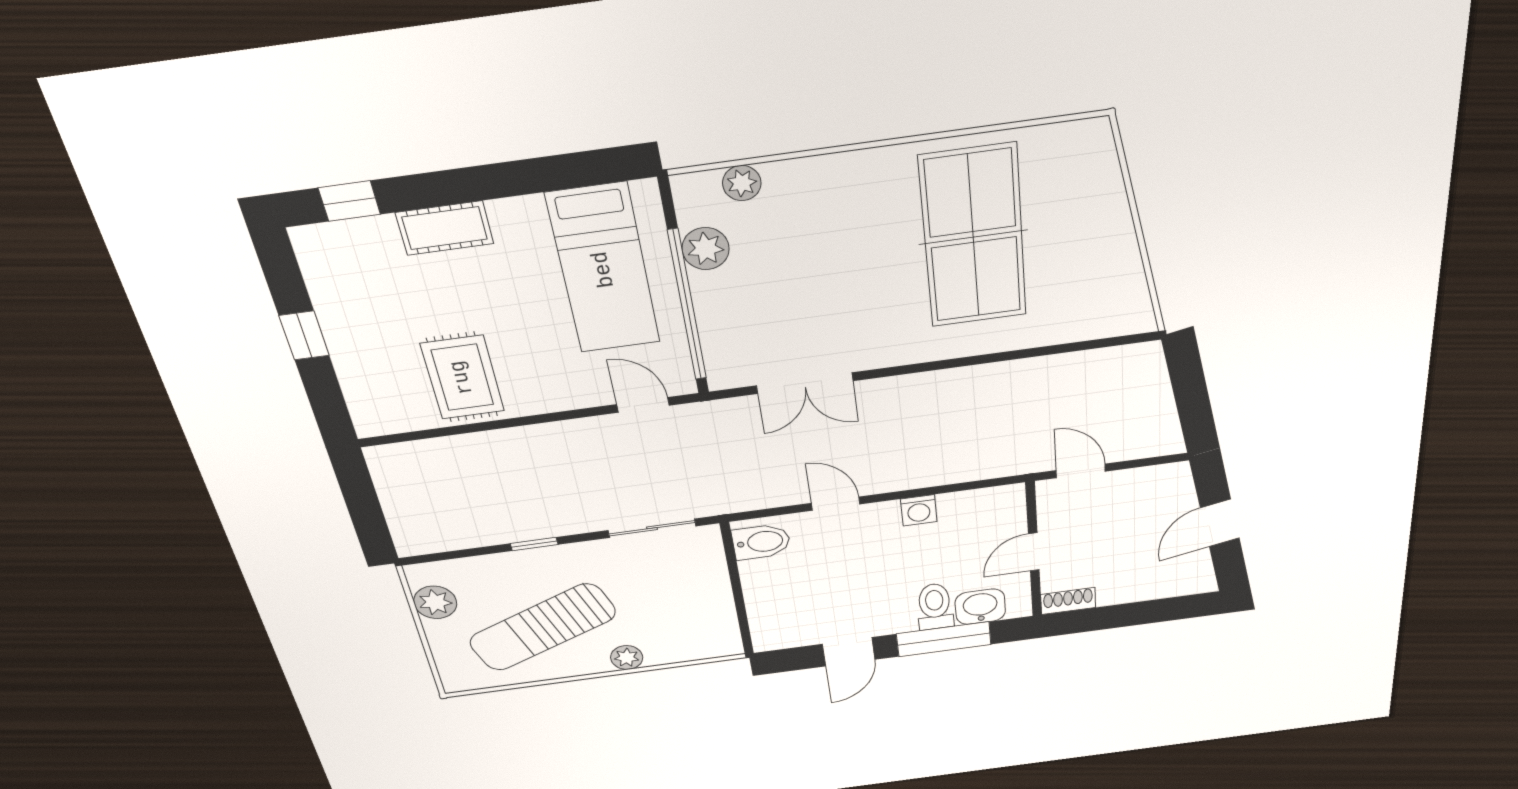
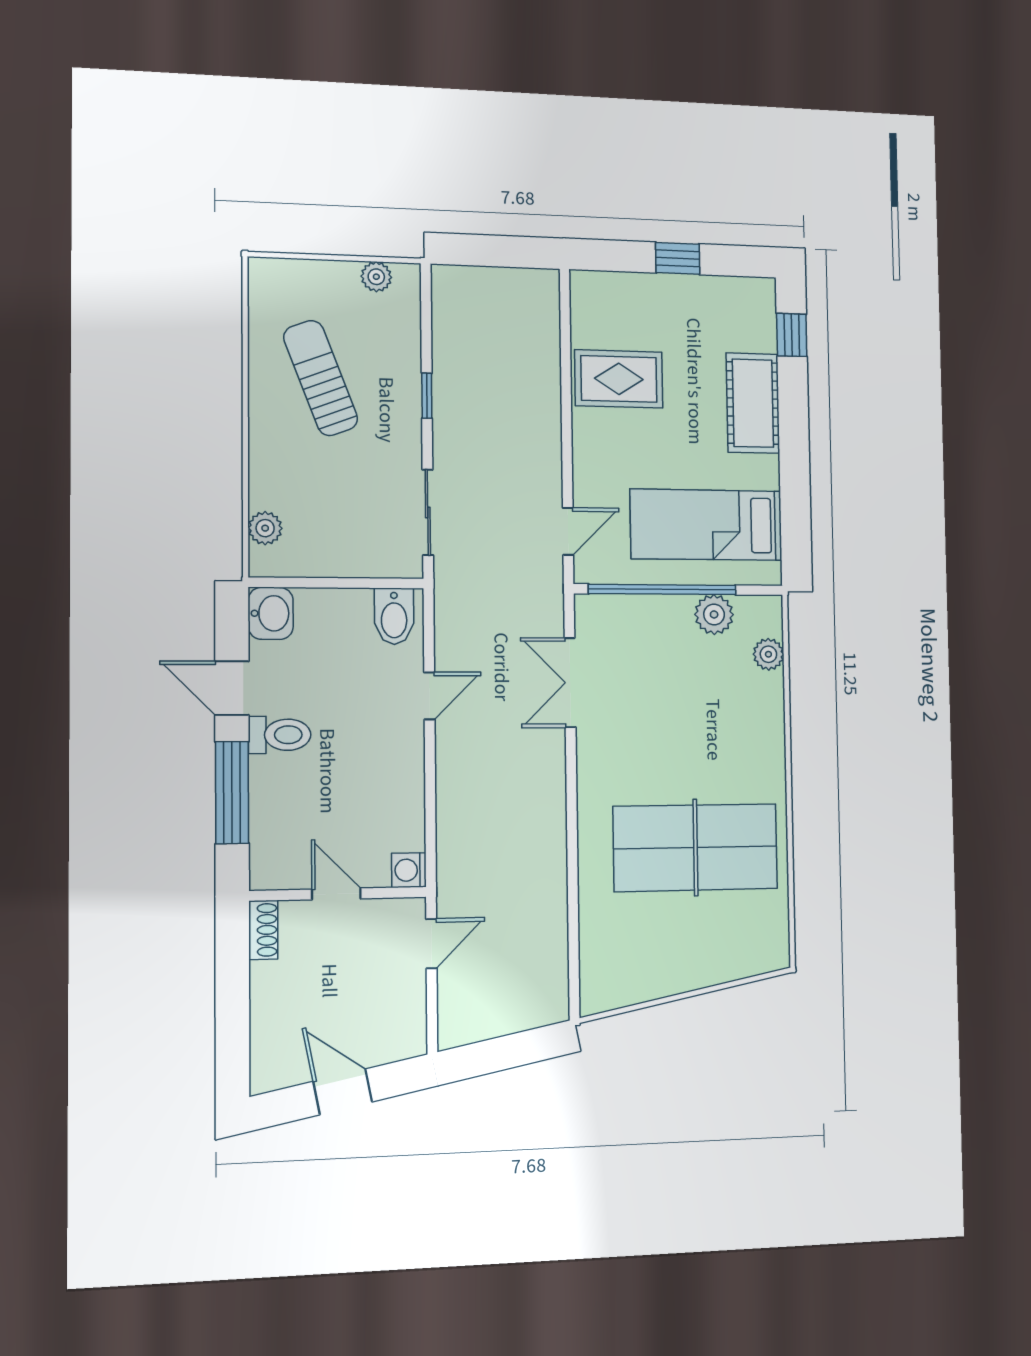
cot: (445, 228) -> (753, 403), width x1.37, depth x1.34
washing machine: (919, 510) -> (409, 870), moved
plant: (435, 602) -> (376, 277), width x0.73, depth x0.73
toilet: (935, 607) -> (280, 735), moved
washbasin: (980, 607) -> (271, 613), moved
sun lounger: (542, 627) -> (321, 378), width x0.73, depth x0.75
plant: (627, 658) -> (265, 528), moved

